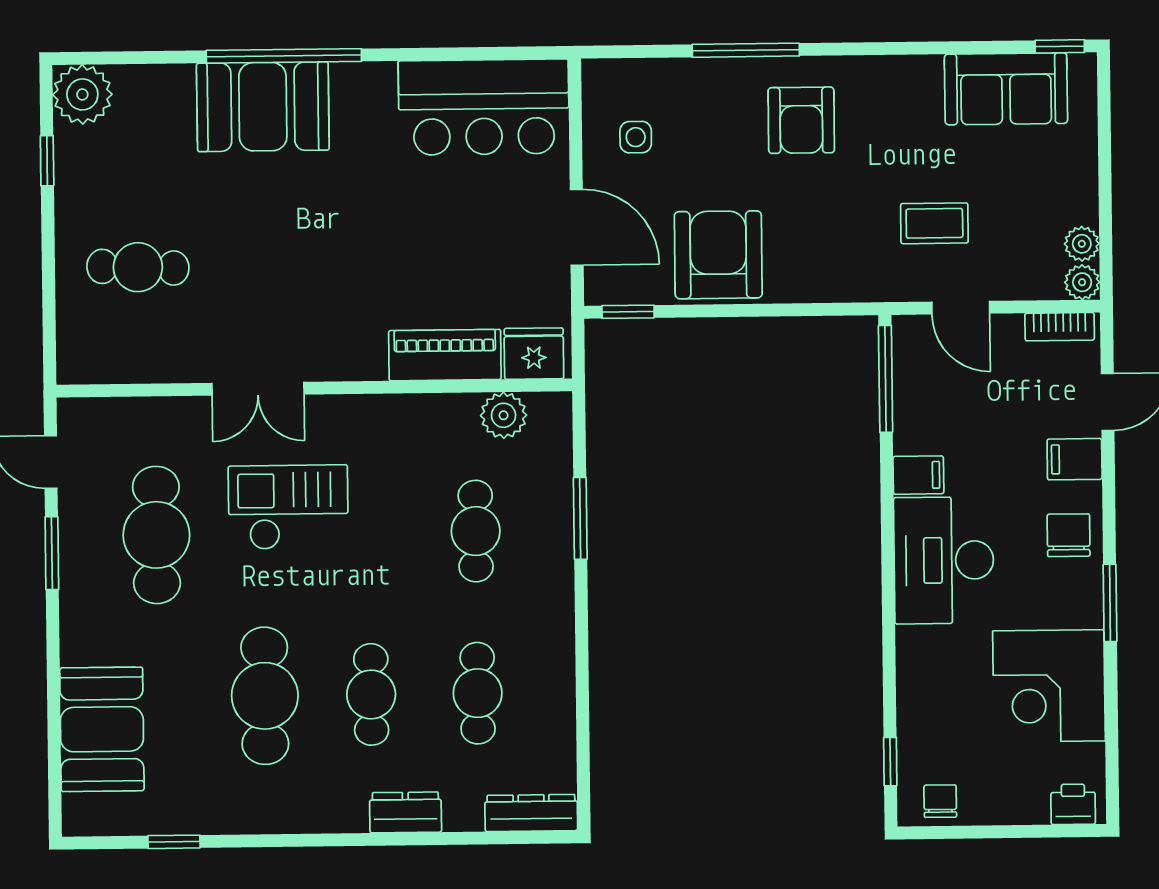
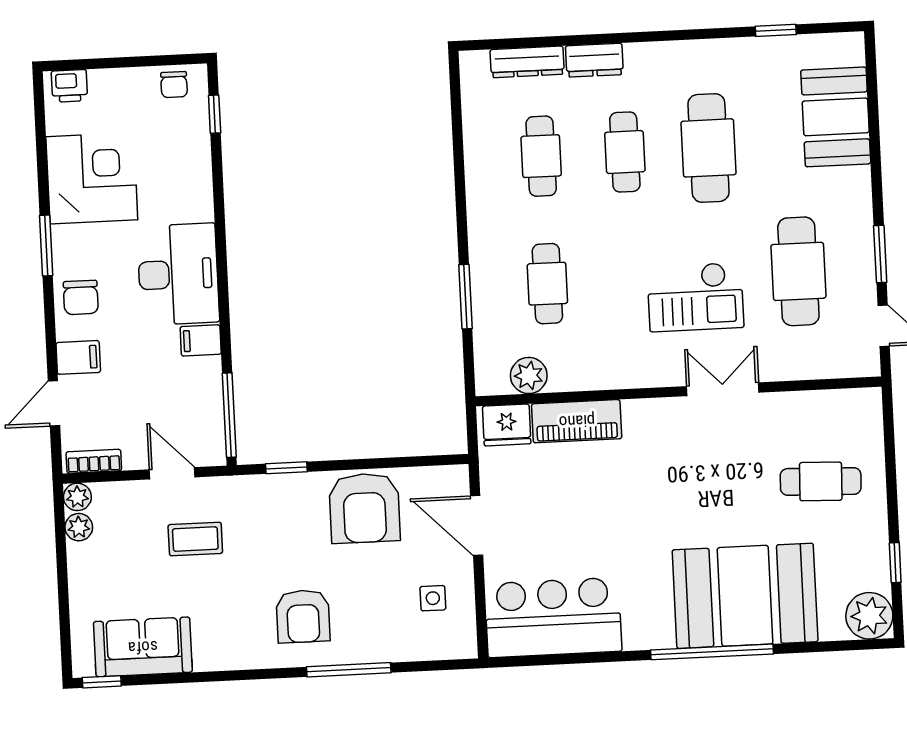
booth: (263, 107) -> (745, 596), width x1.36, depth x1.42
armchair: (801, 120) -> (303, 616), turned 180
window: (628, 312) -> (286, 468), moved
dresser: (531, 813) -> (527, 62), moved

